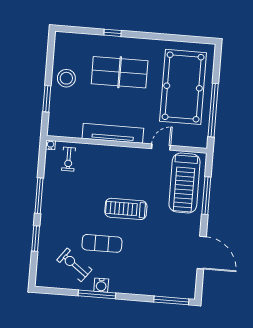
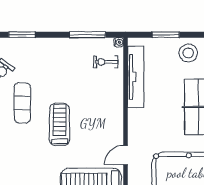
tv unit: (113, 133) -> (136, 77), moved
door: (161, 147) -> (126, 155), swing flipped
window: (39, 196) -> (87, 35), moved

